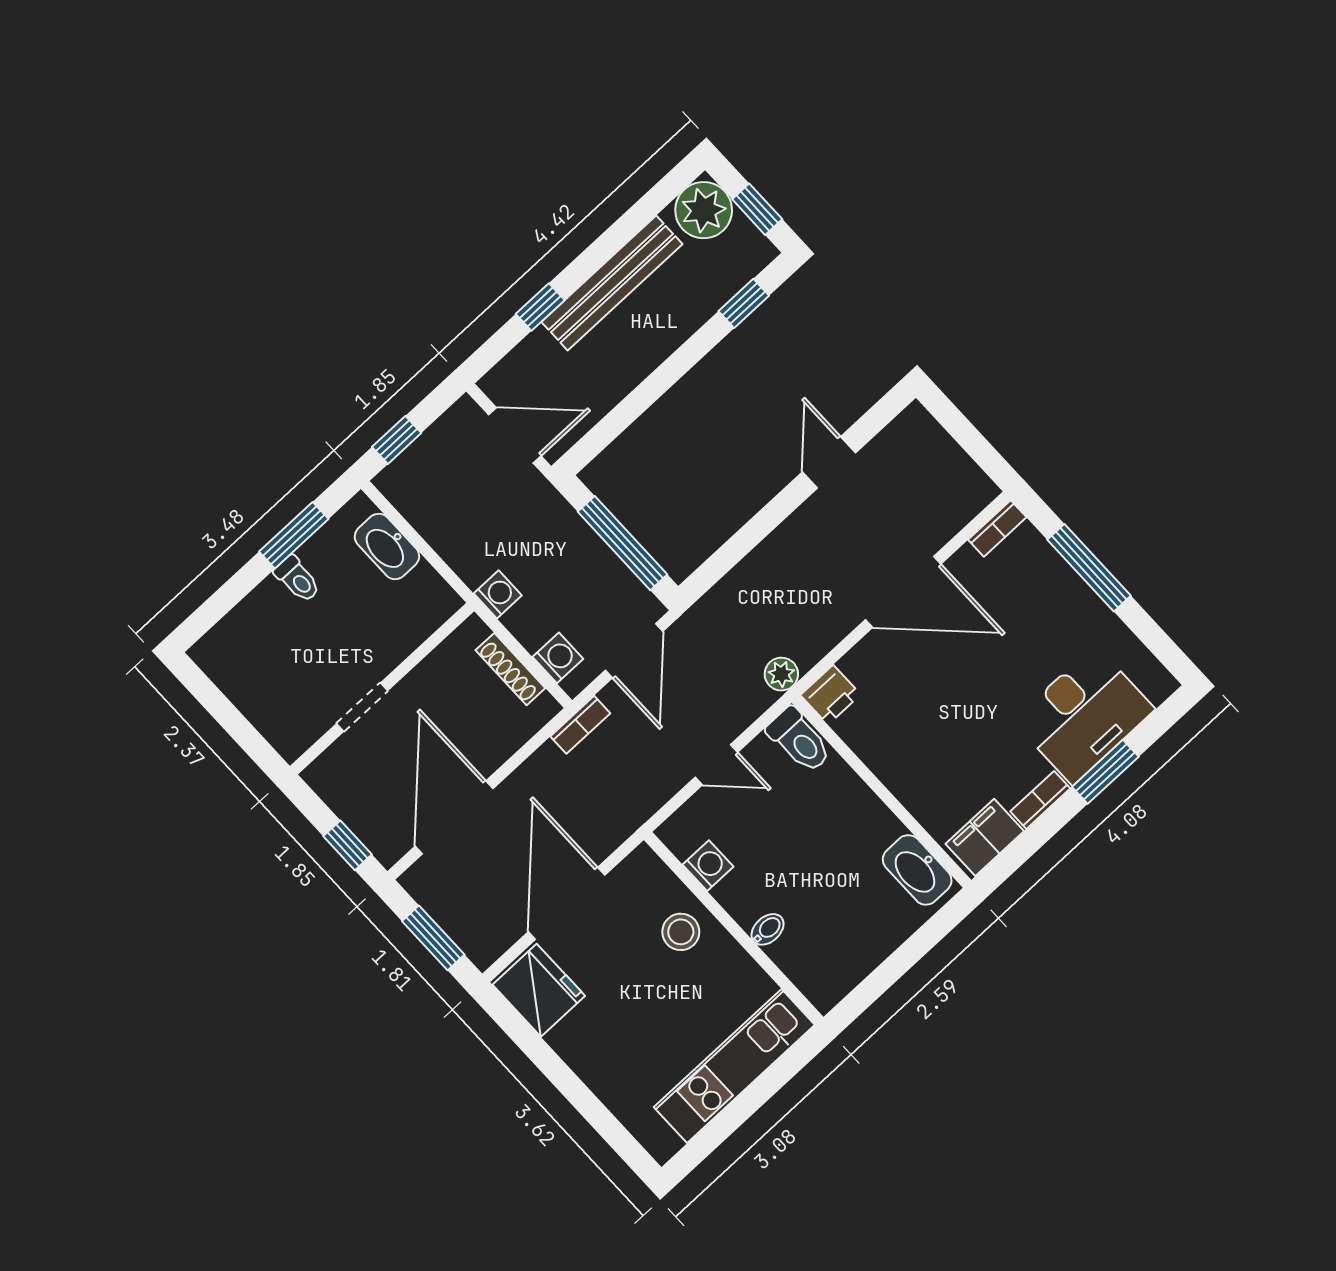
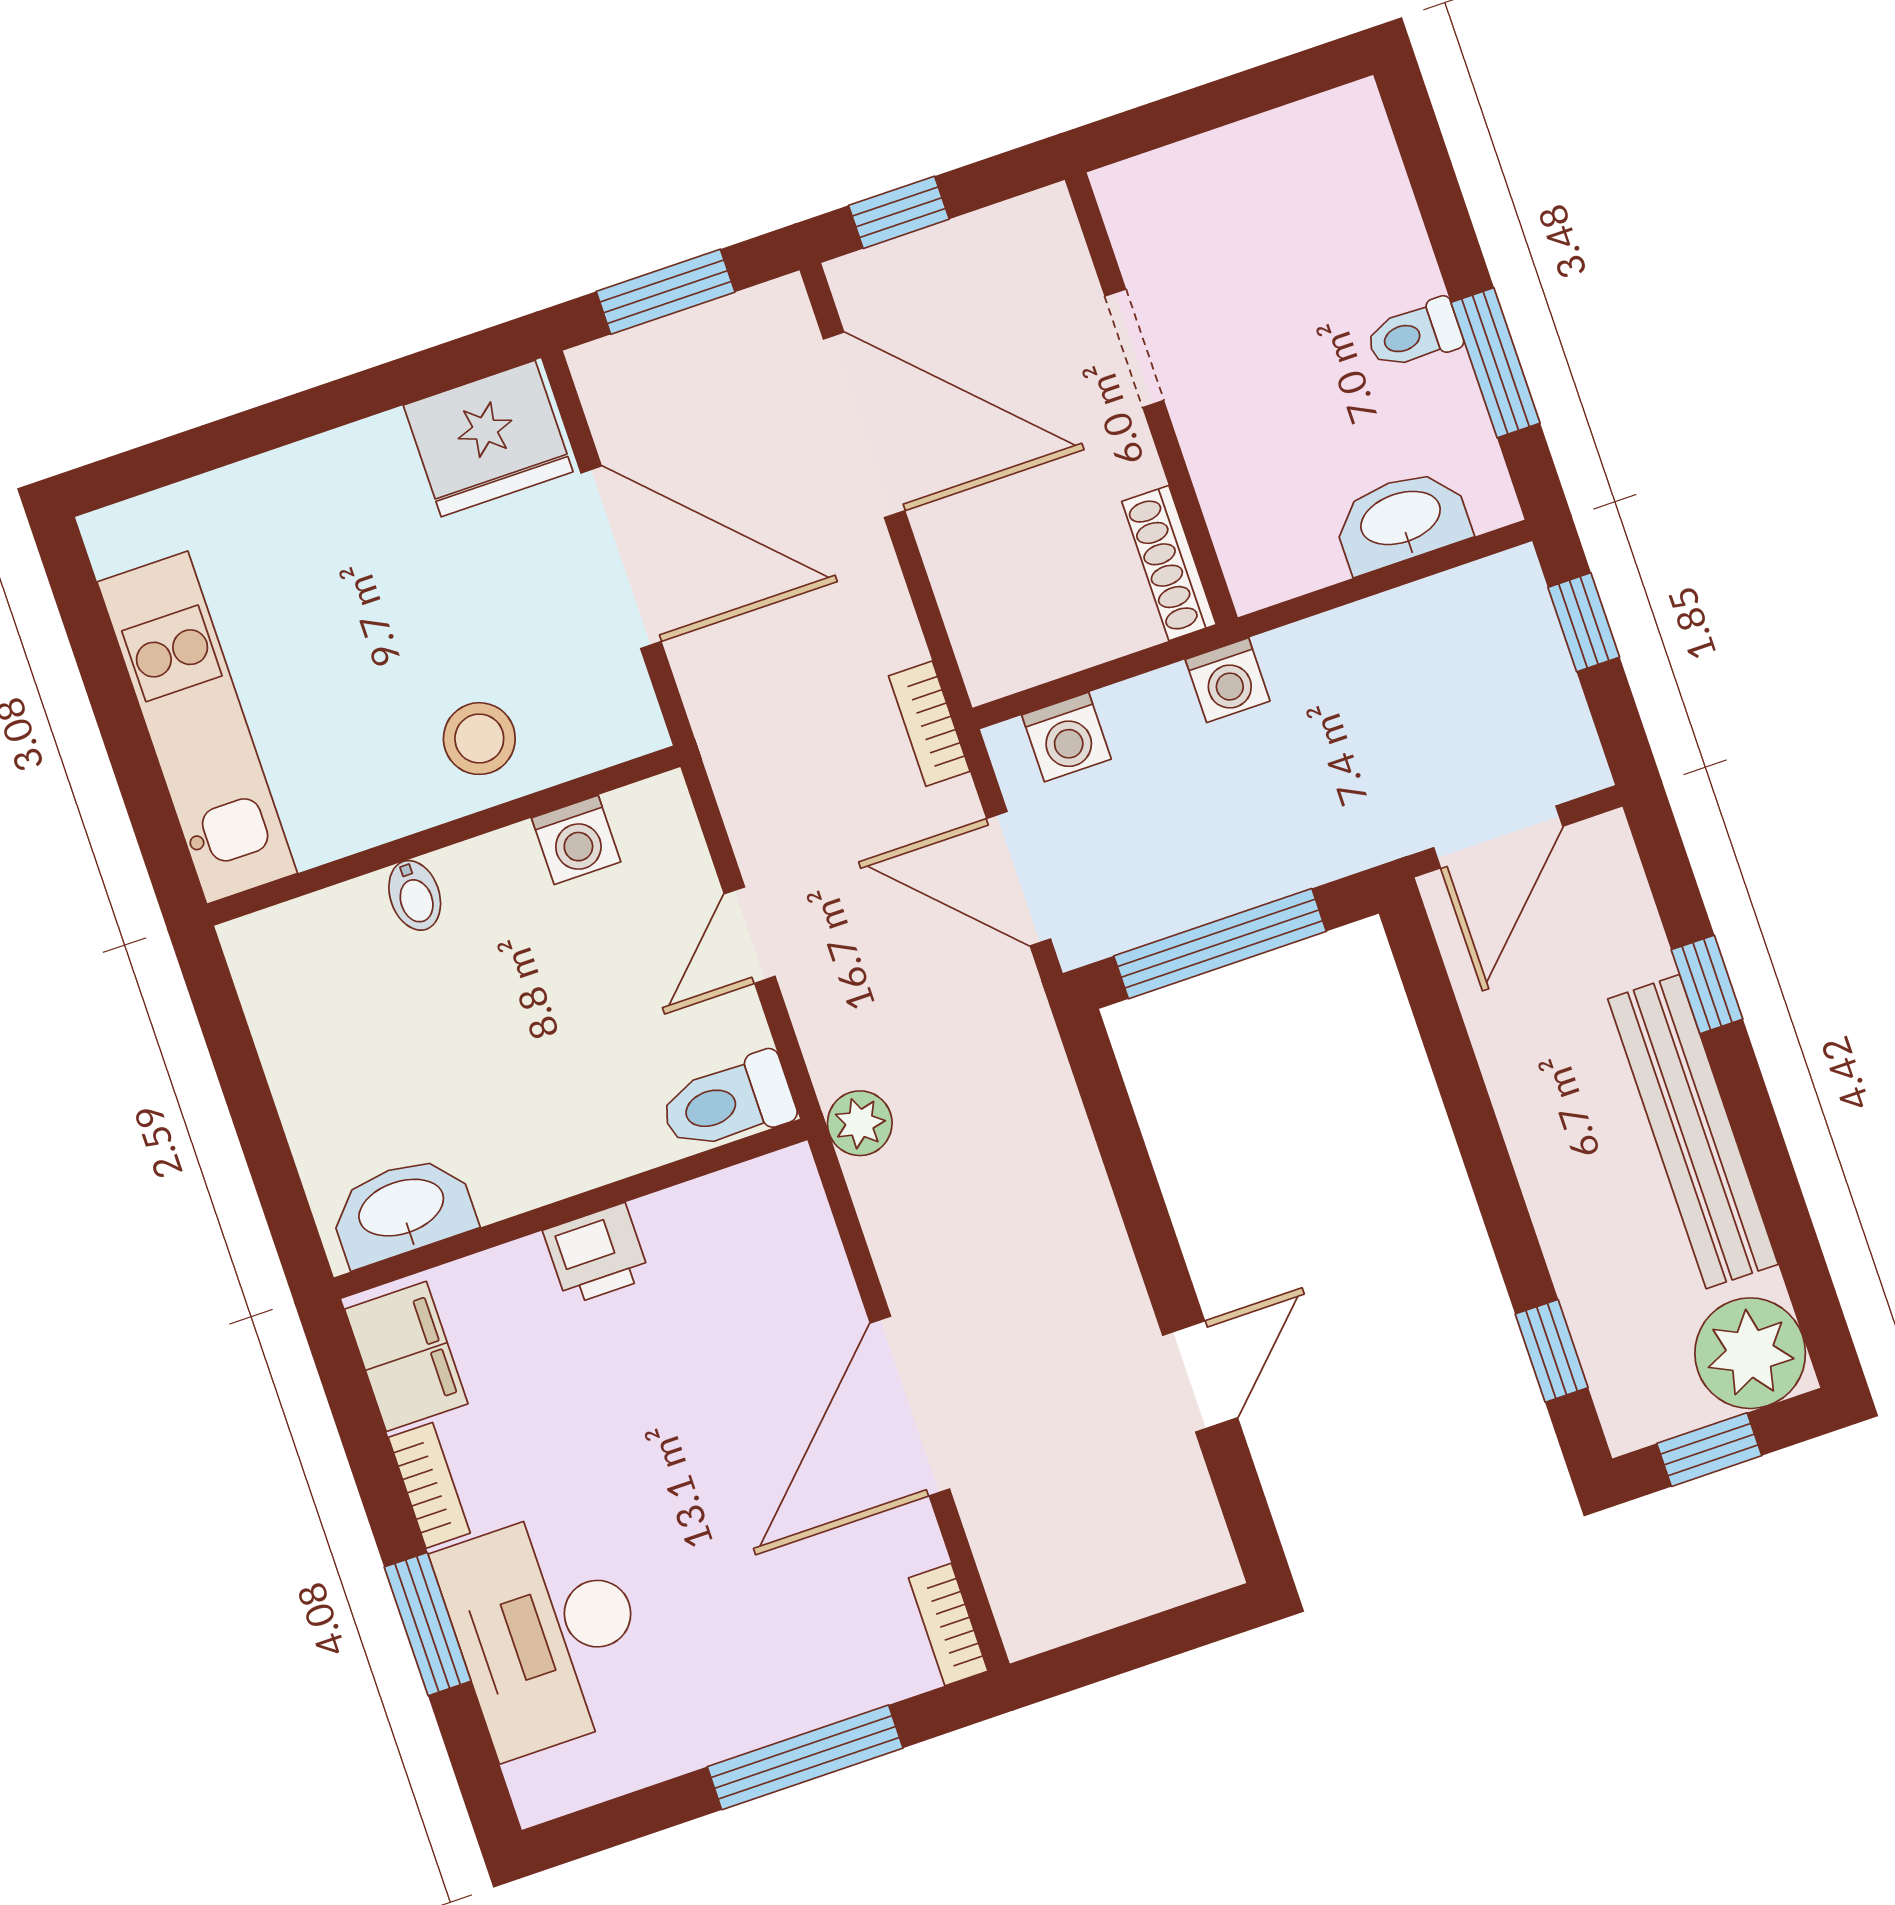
door: (829, 462) -> (1200, 1377), hinge flipped
shoe rack: (510, 669) -> (1169, 563), moved, turned -90
printer: (831, 695) -> (597, 1254), moved, turned -90

